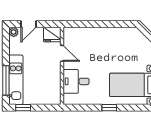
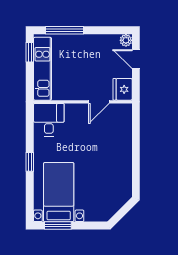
kitchen unit: (16, 80) -> (43, 69), moved, turned -90
desk: (76, 81) -> (49, 120), moved

